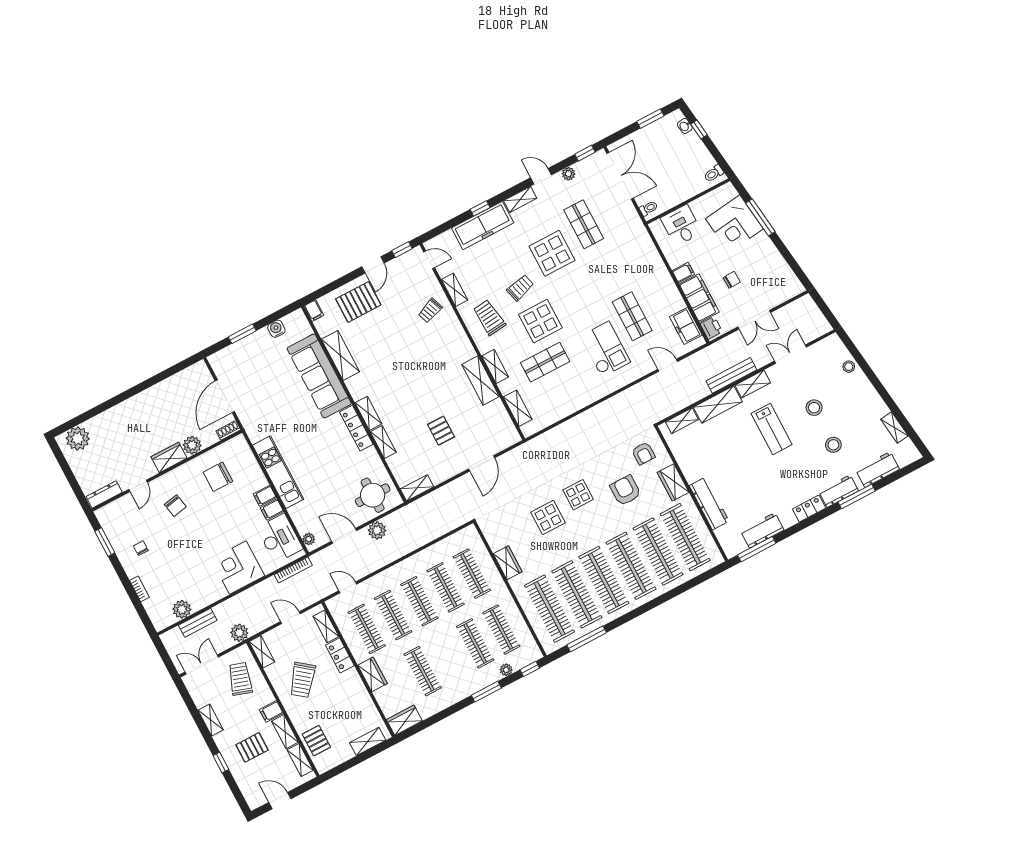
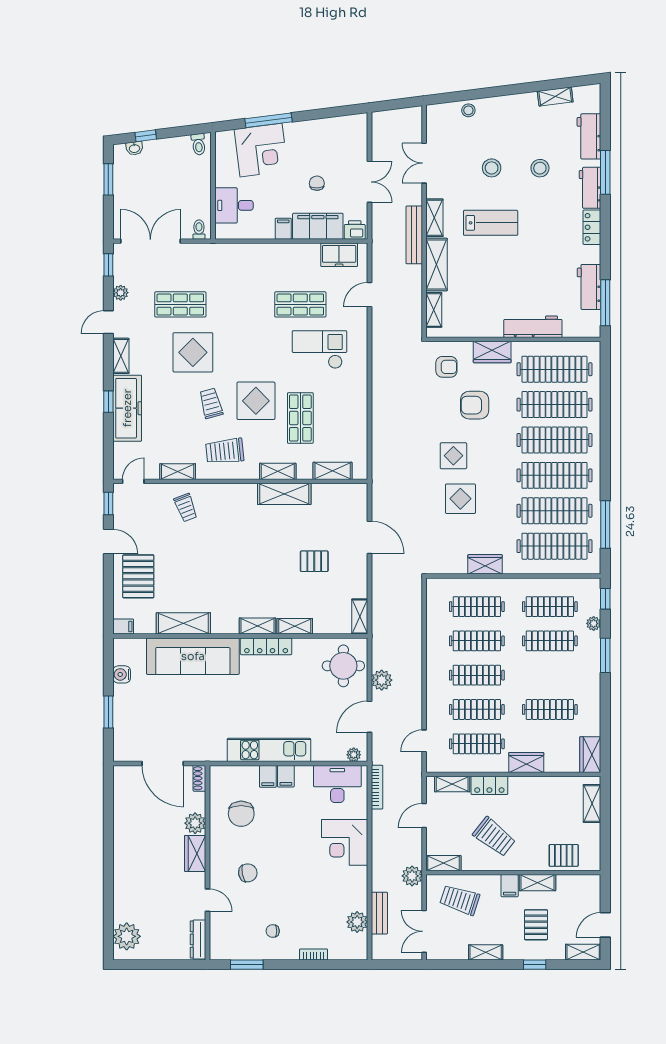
filing cabinet: (272, 510) -> (268, 776), moved
shelving: (300, 760) -> (583, 952), moved

